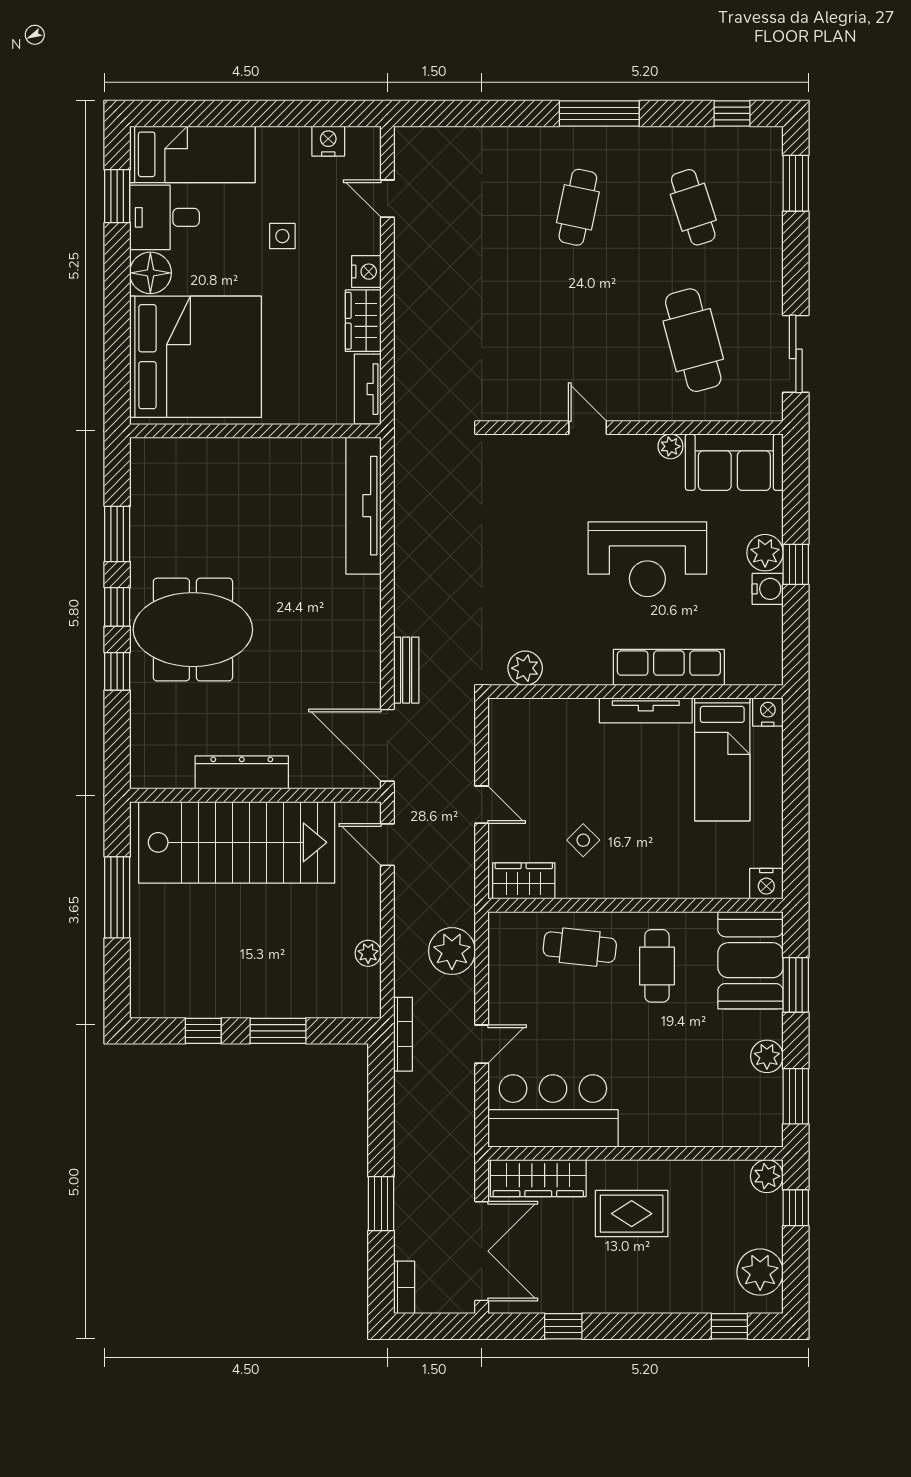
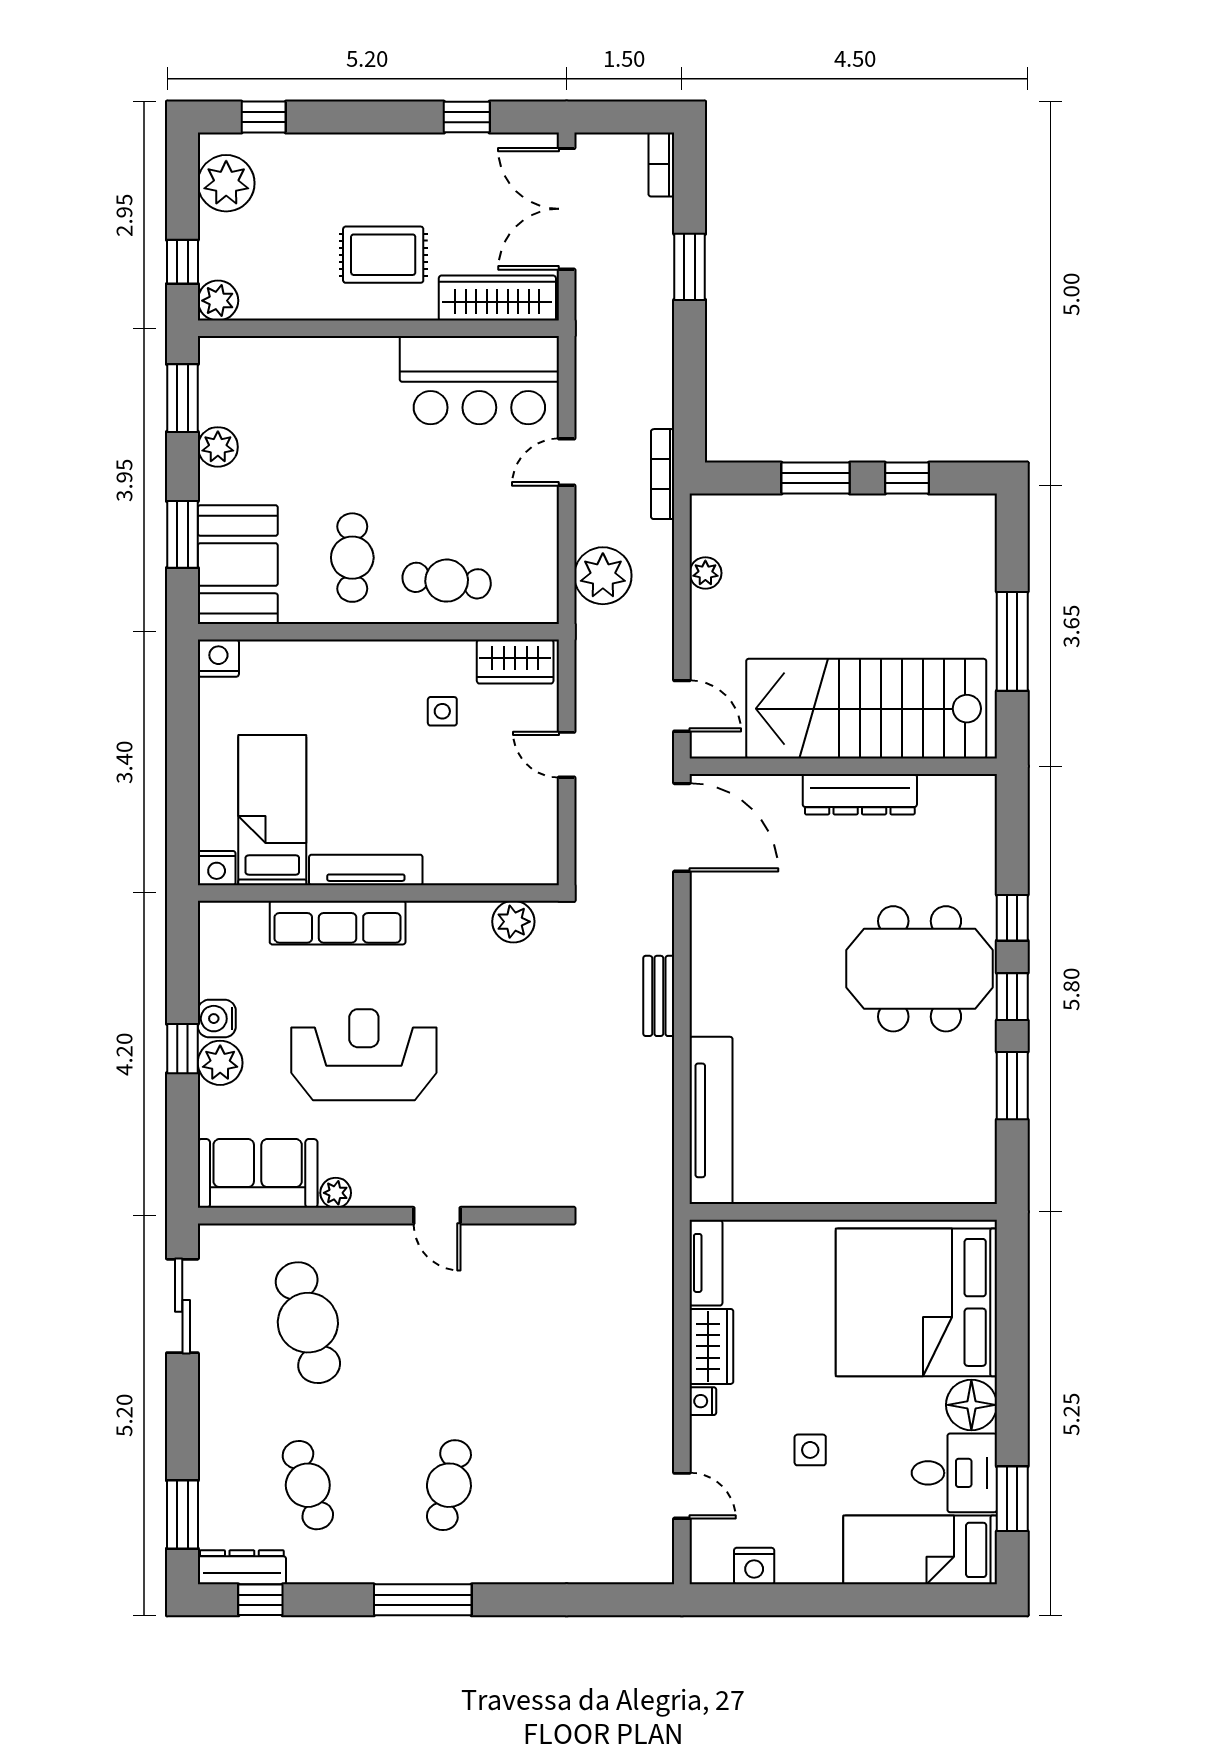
dresser: (747, 140) -> (242, 1567), added
nightstand: (366, 272) -> (703, 1401), width x0.72, depth x0.74
bench: (406, 670) -> (659, 996), moved
side table: (583, 840) -> (442, 711), turned 45

